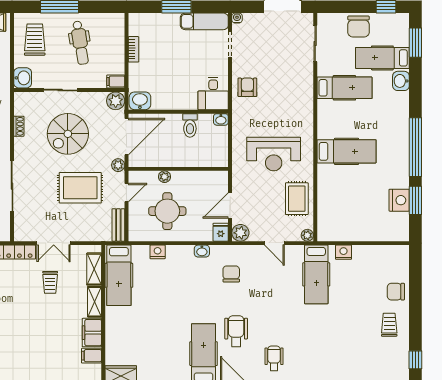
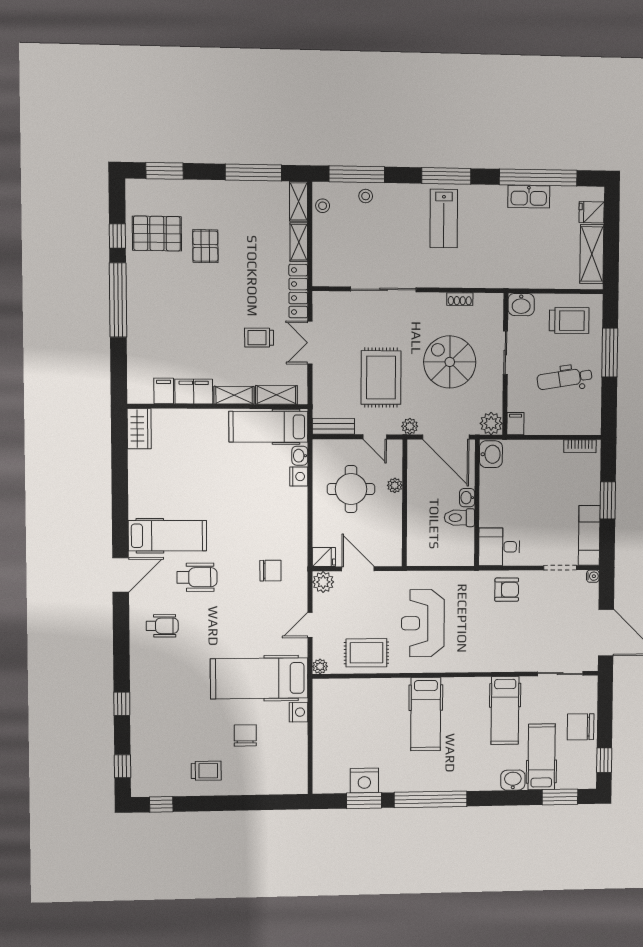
bookcase: (133, 49) -> (580, 446), moved
washbasin: (221, 119) -> (467, 498), moved
washbasin: (202, 251) -> (300, 456), moved
hospital bed: (316, 274) -> (259, 678), width x1.37, depth x1.29
chair: (396, 292) -> (245, 735), moved

